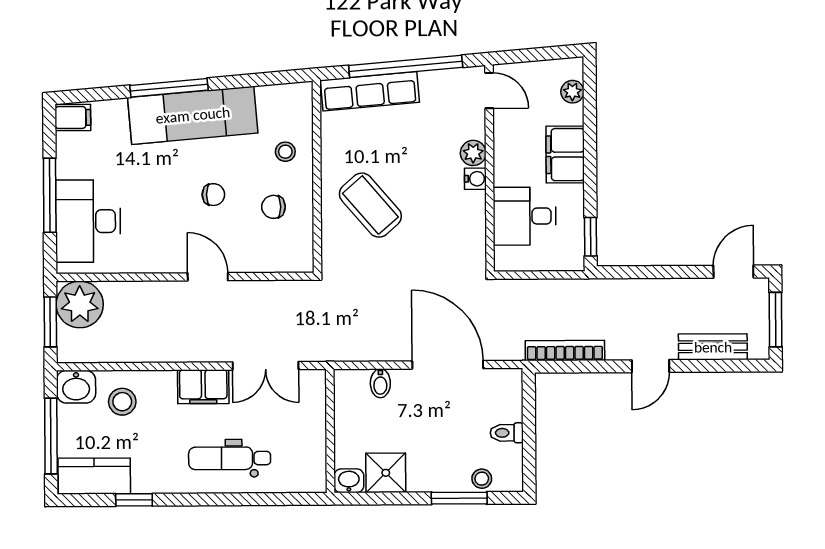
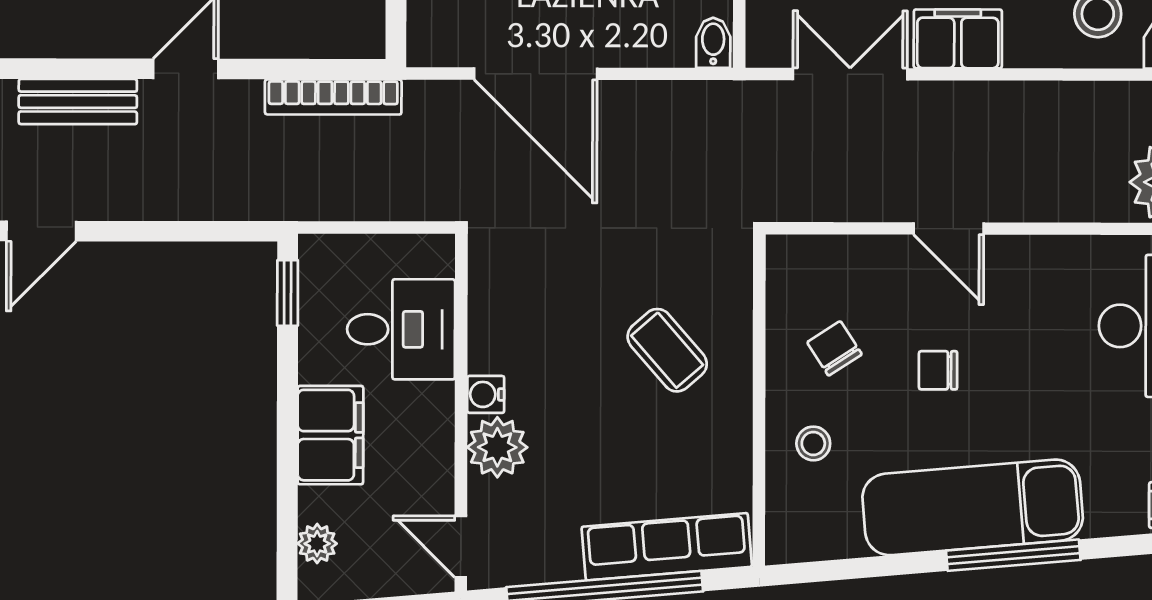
plant: (473, 153) -> (497, 447), width x1.38, depth x1.38
coffee table: (370, 205) -> (667, 350), width x0.73, depth x0.77
chair: (273, 207) -> (834, 348), turned -123
bidet: (380, 383) -> (713, 43), moved

